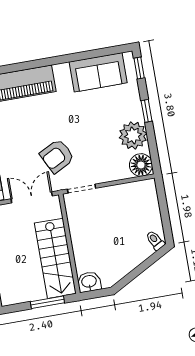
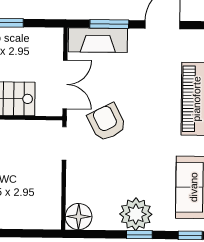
plant: (133, 135) -> (136, 214), moved

